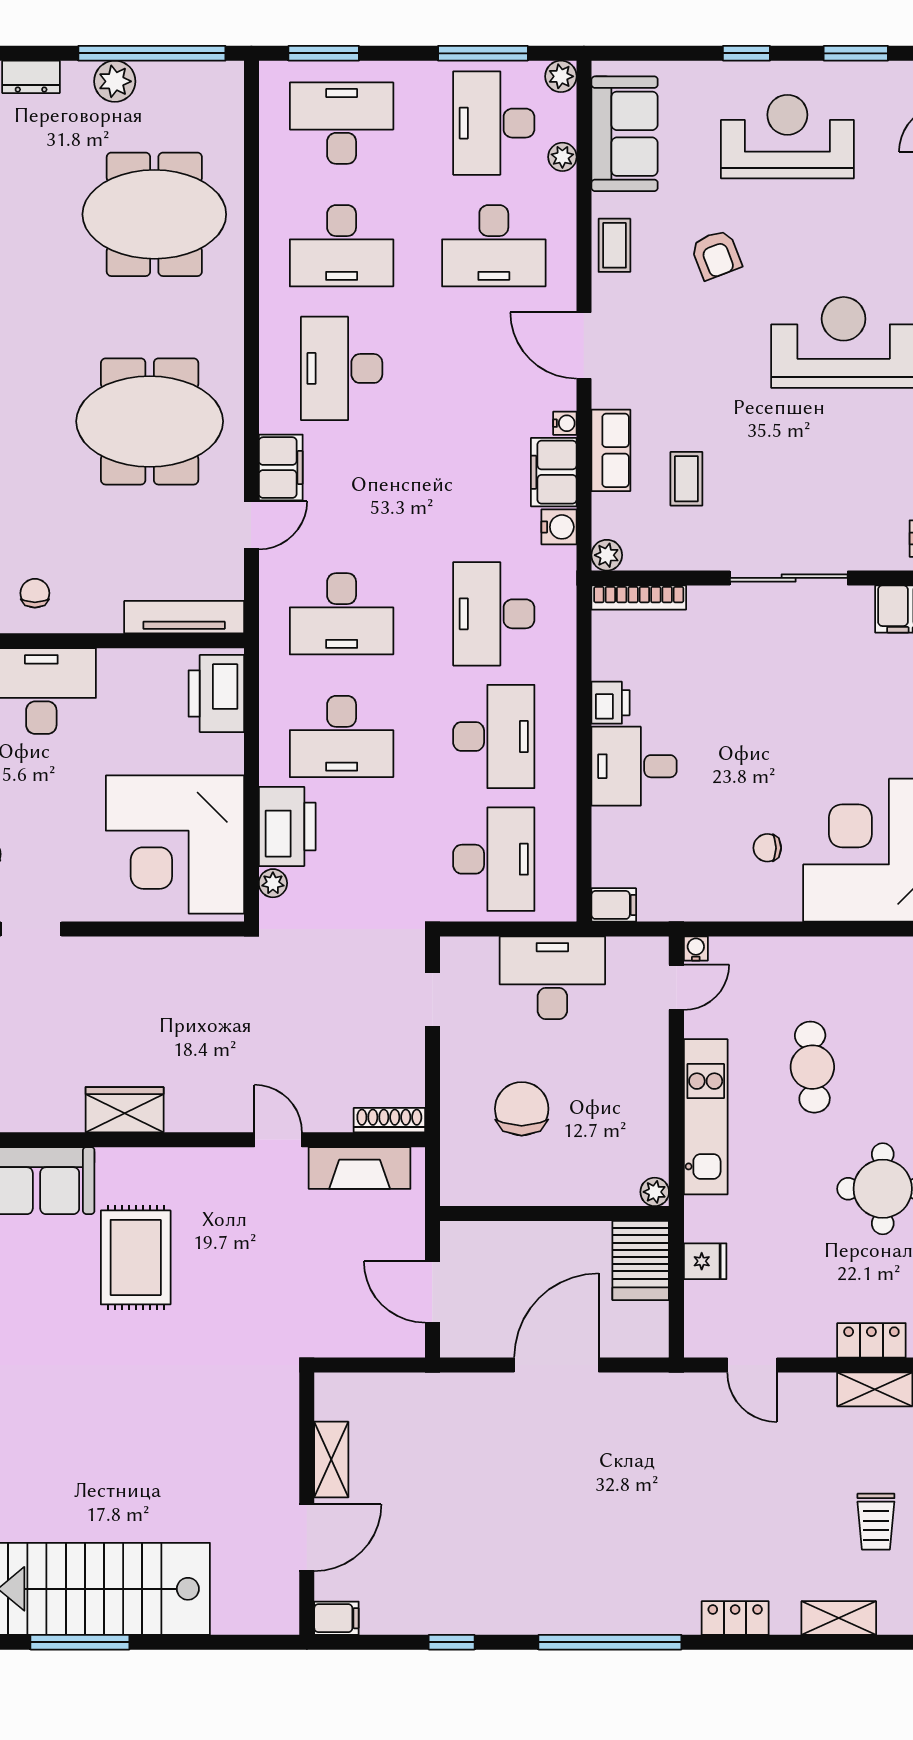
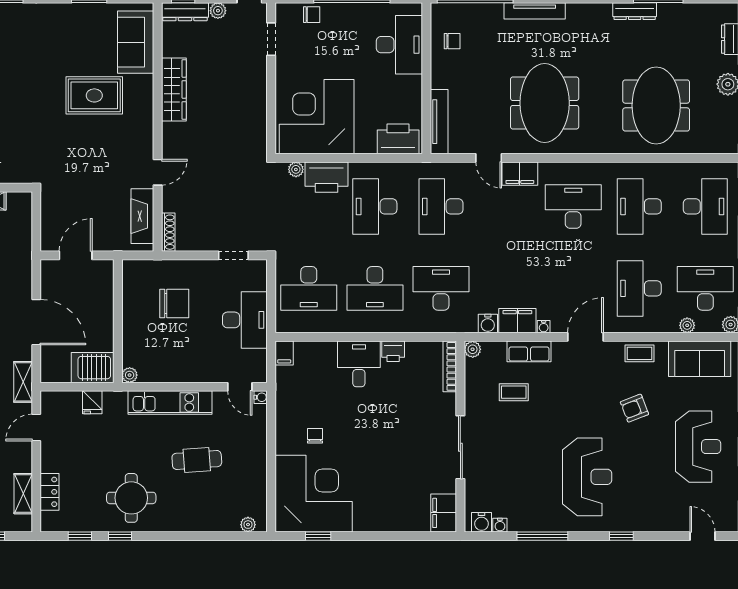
wardrobe: (125, 1110) -> (174, 89), width x1.50
shelving: (667, 1390) -> (23, 382), added

